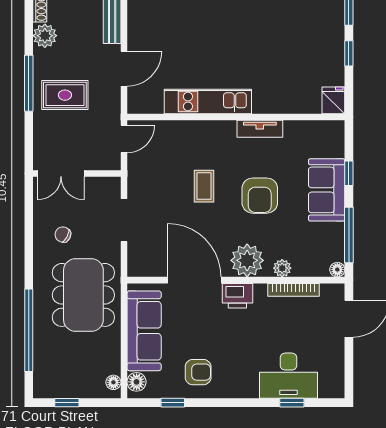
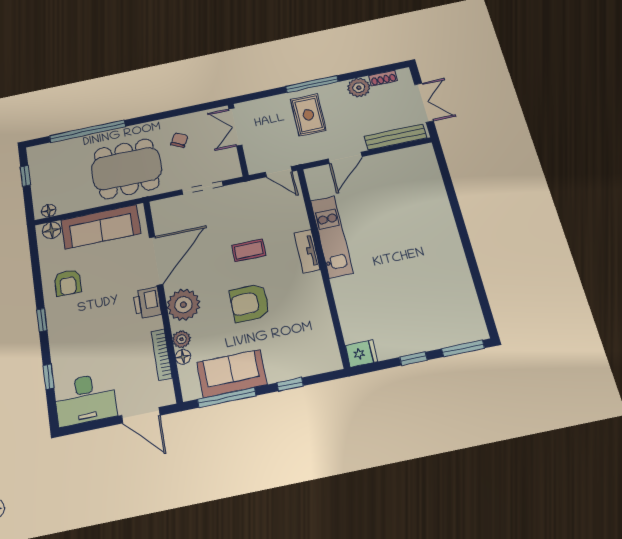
door: (124, 69) -> (345, 158), hinge flipped
tv unit: (260, 129) -> (307, 251), moved
sofa: (327, 190) -> (232, 373), moved
floor lamp: (337, 270) -> (183, 357), moved
desk: (289, 376) -> (85, 399), moved, turned -90
window: (173, 403) -> (42, 320), moved

